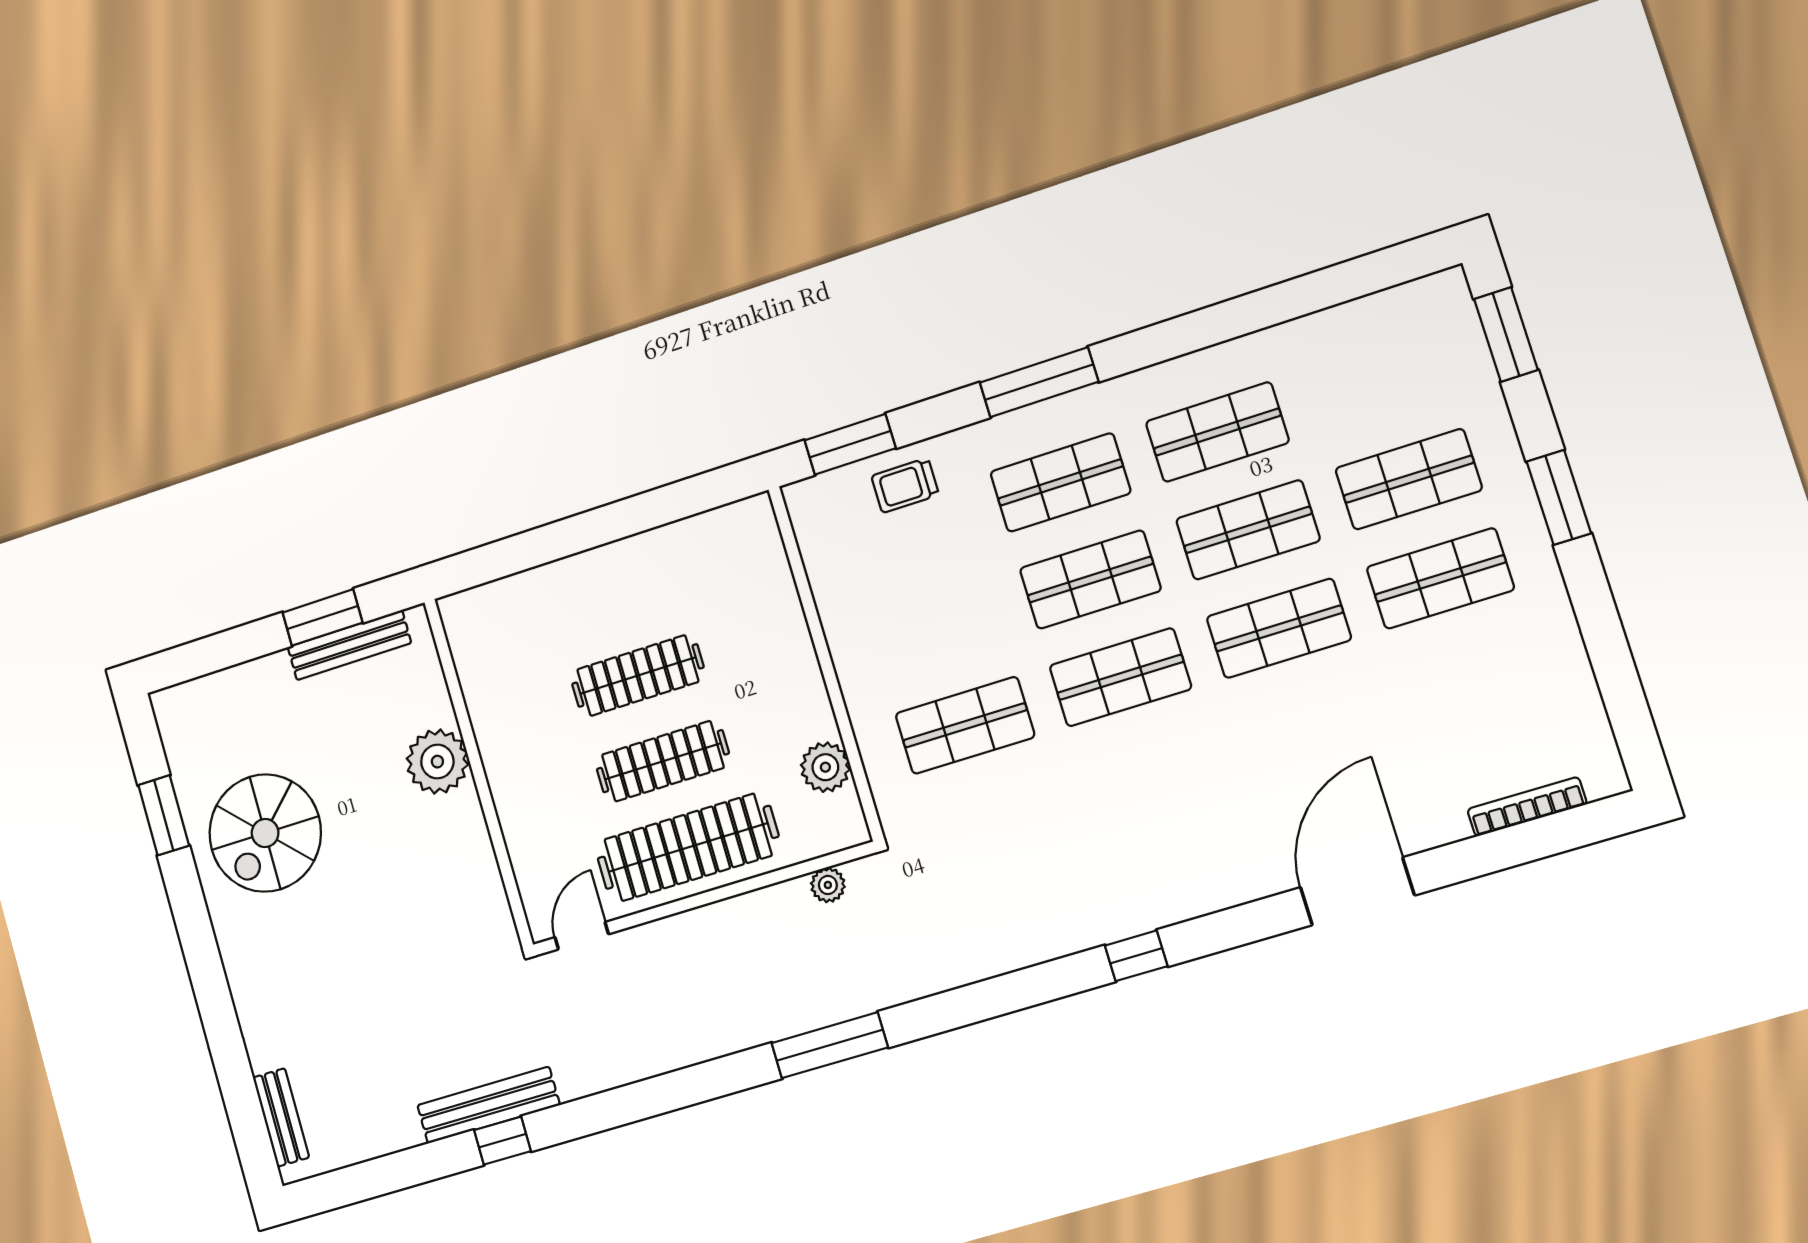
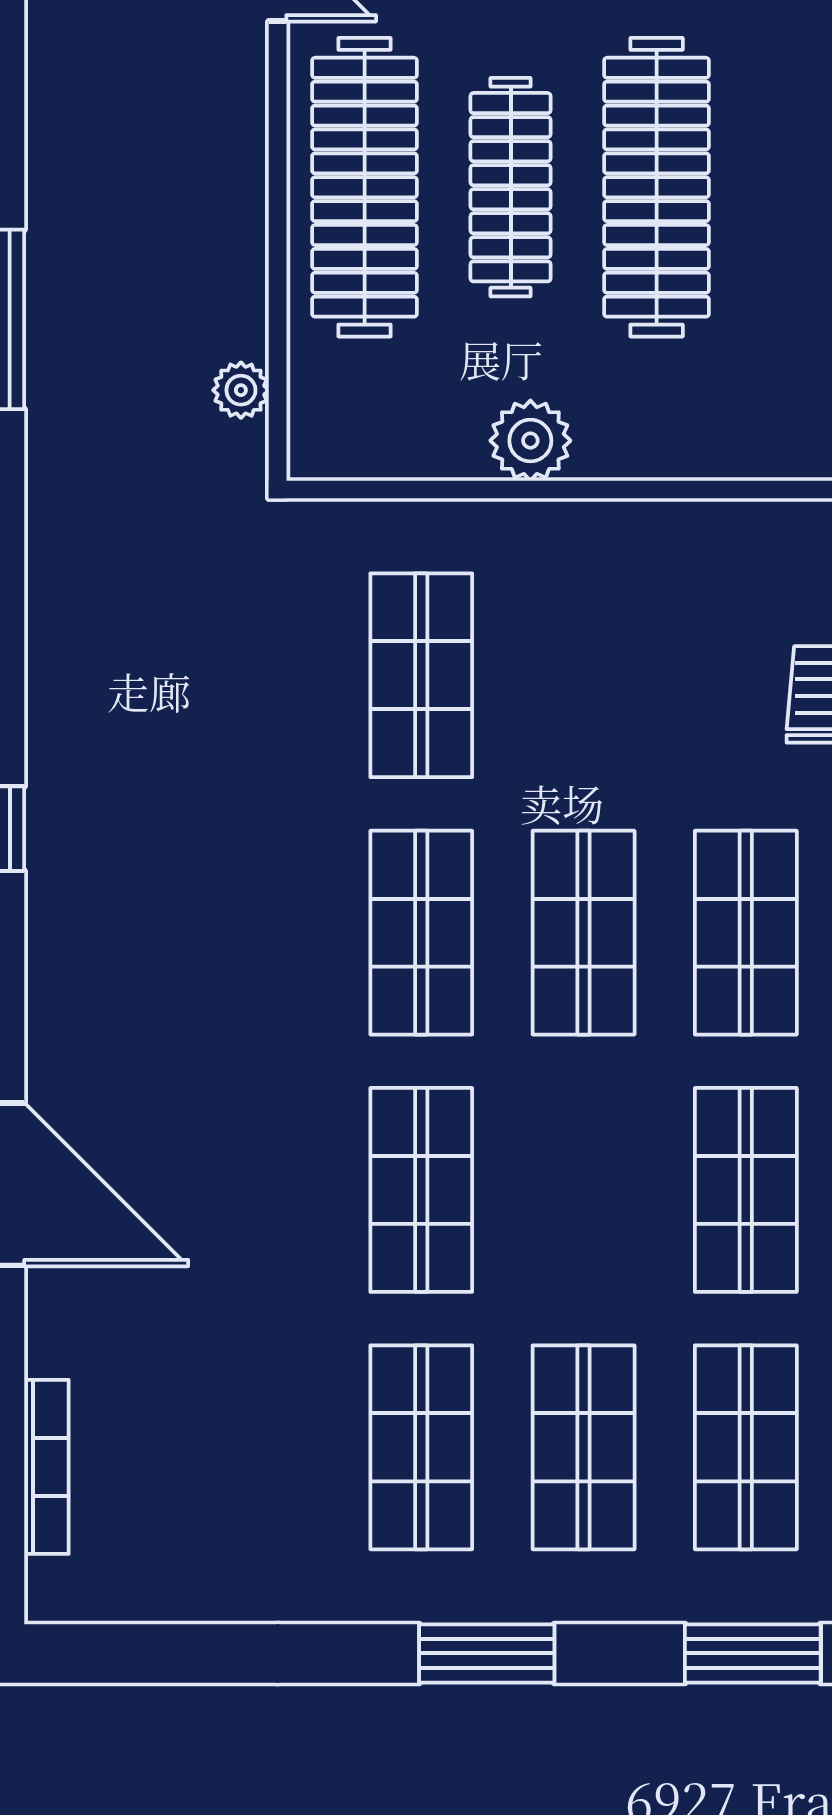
shop shelf: (1248, 530) -> (746, 1447), moved
clothes rail: (638, 676) -> (657, 187), width x1.37, depth x1.31
plant: (825, 767) -> (530, 441), moved

